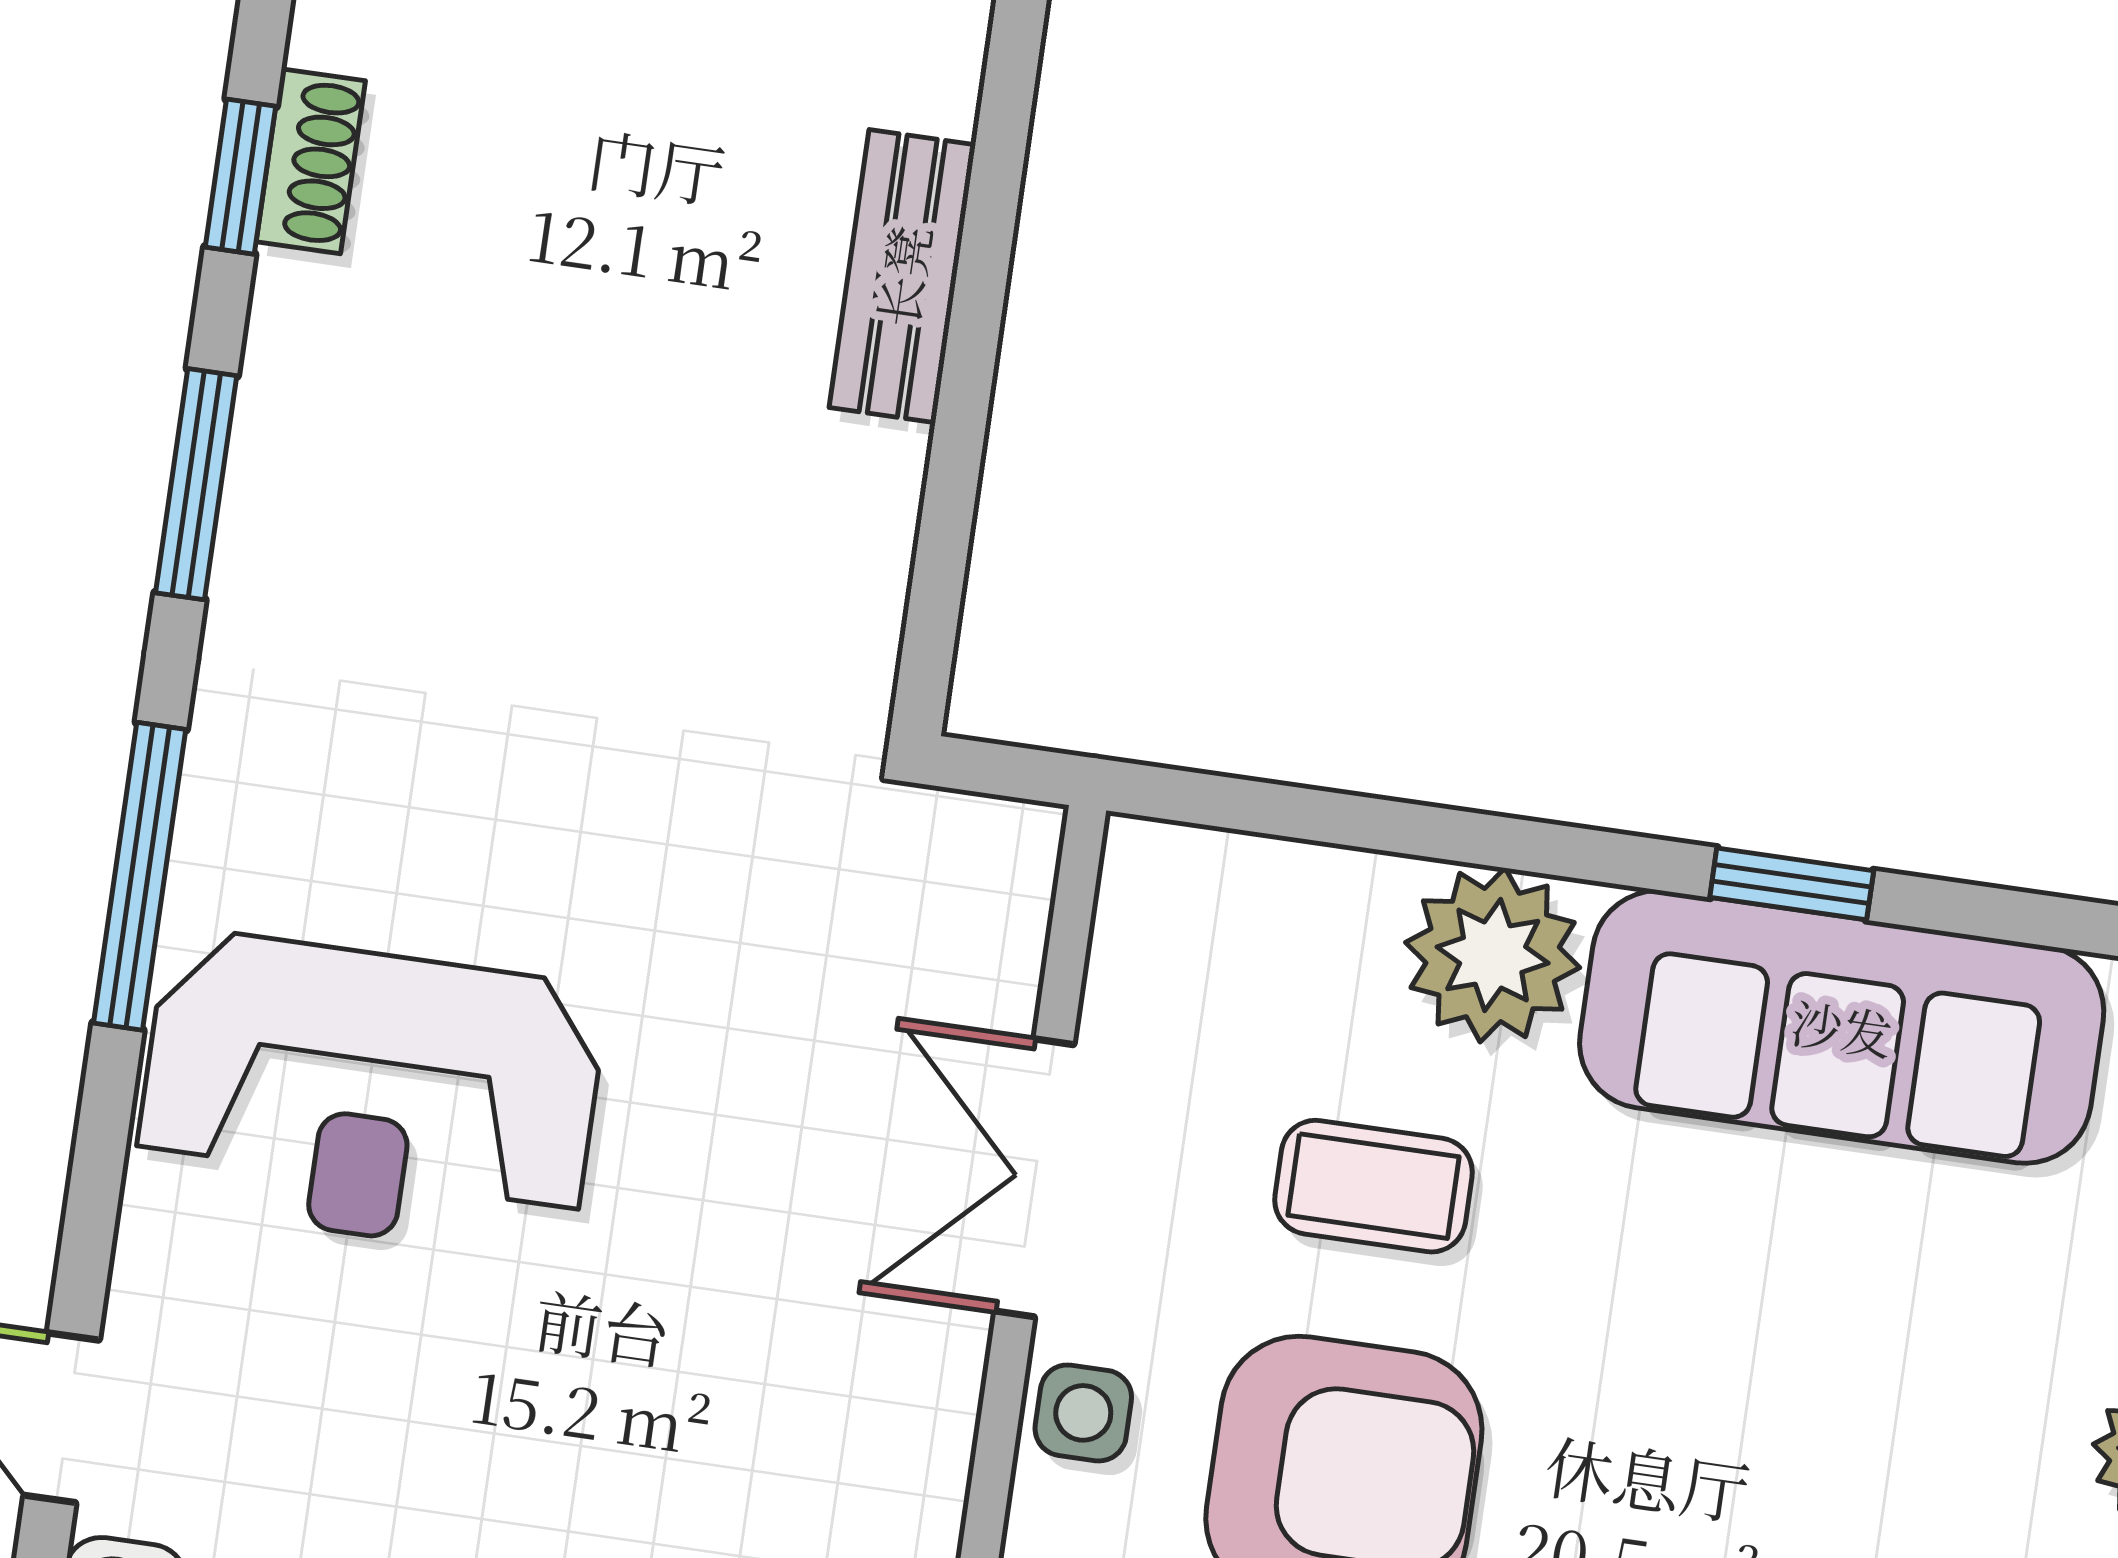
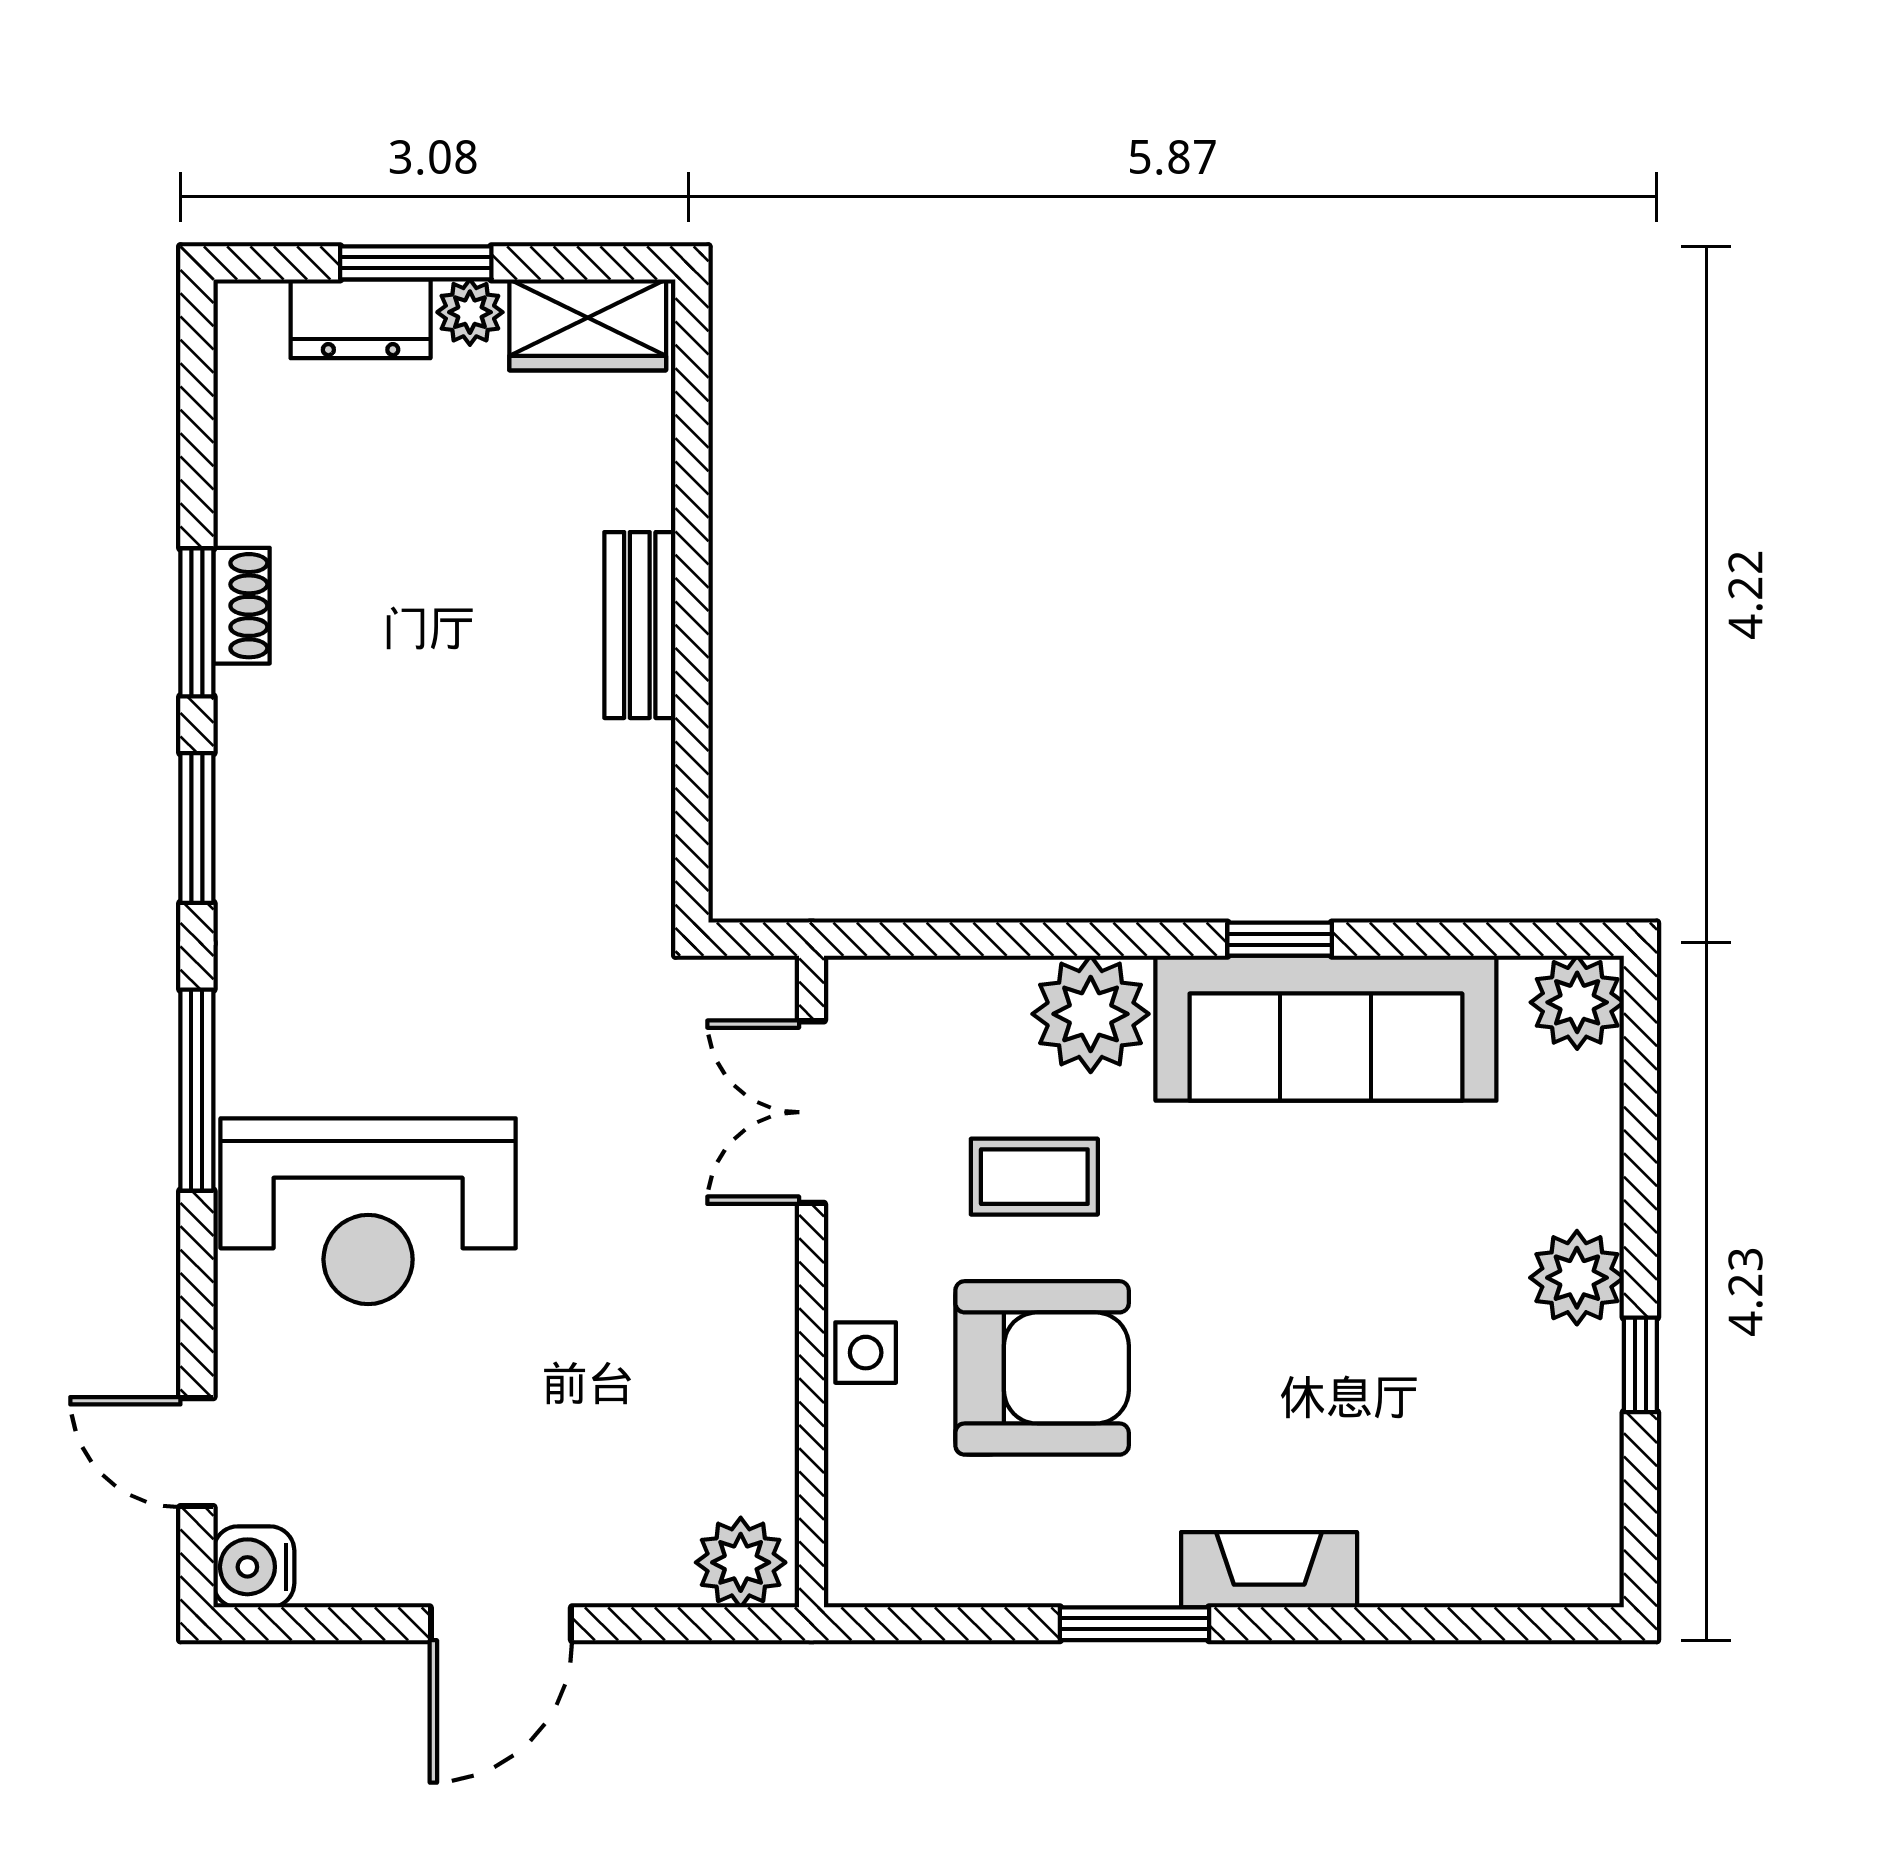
window: (240, 177) -> (197, 622), width x1.50
double door: (1034, 1178) -> (811, 1112), moved

